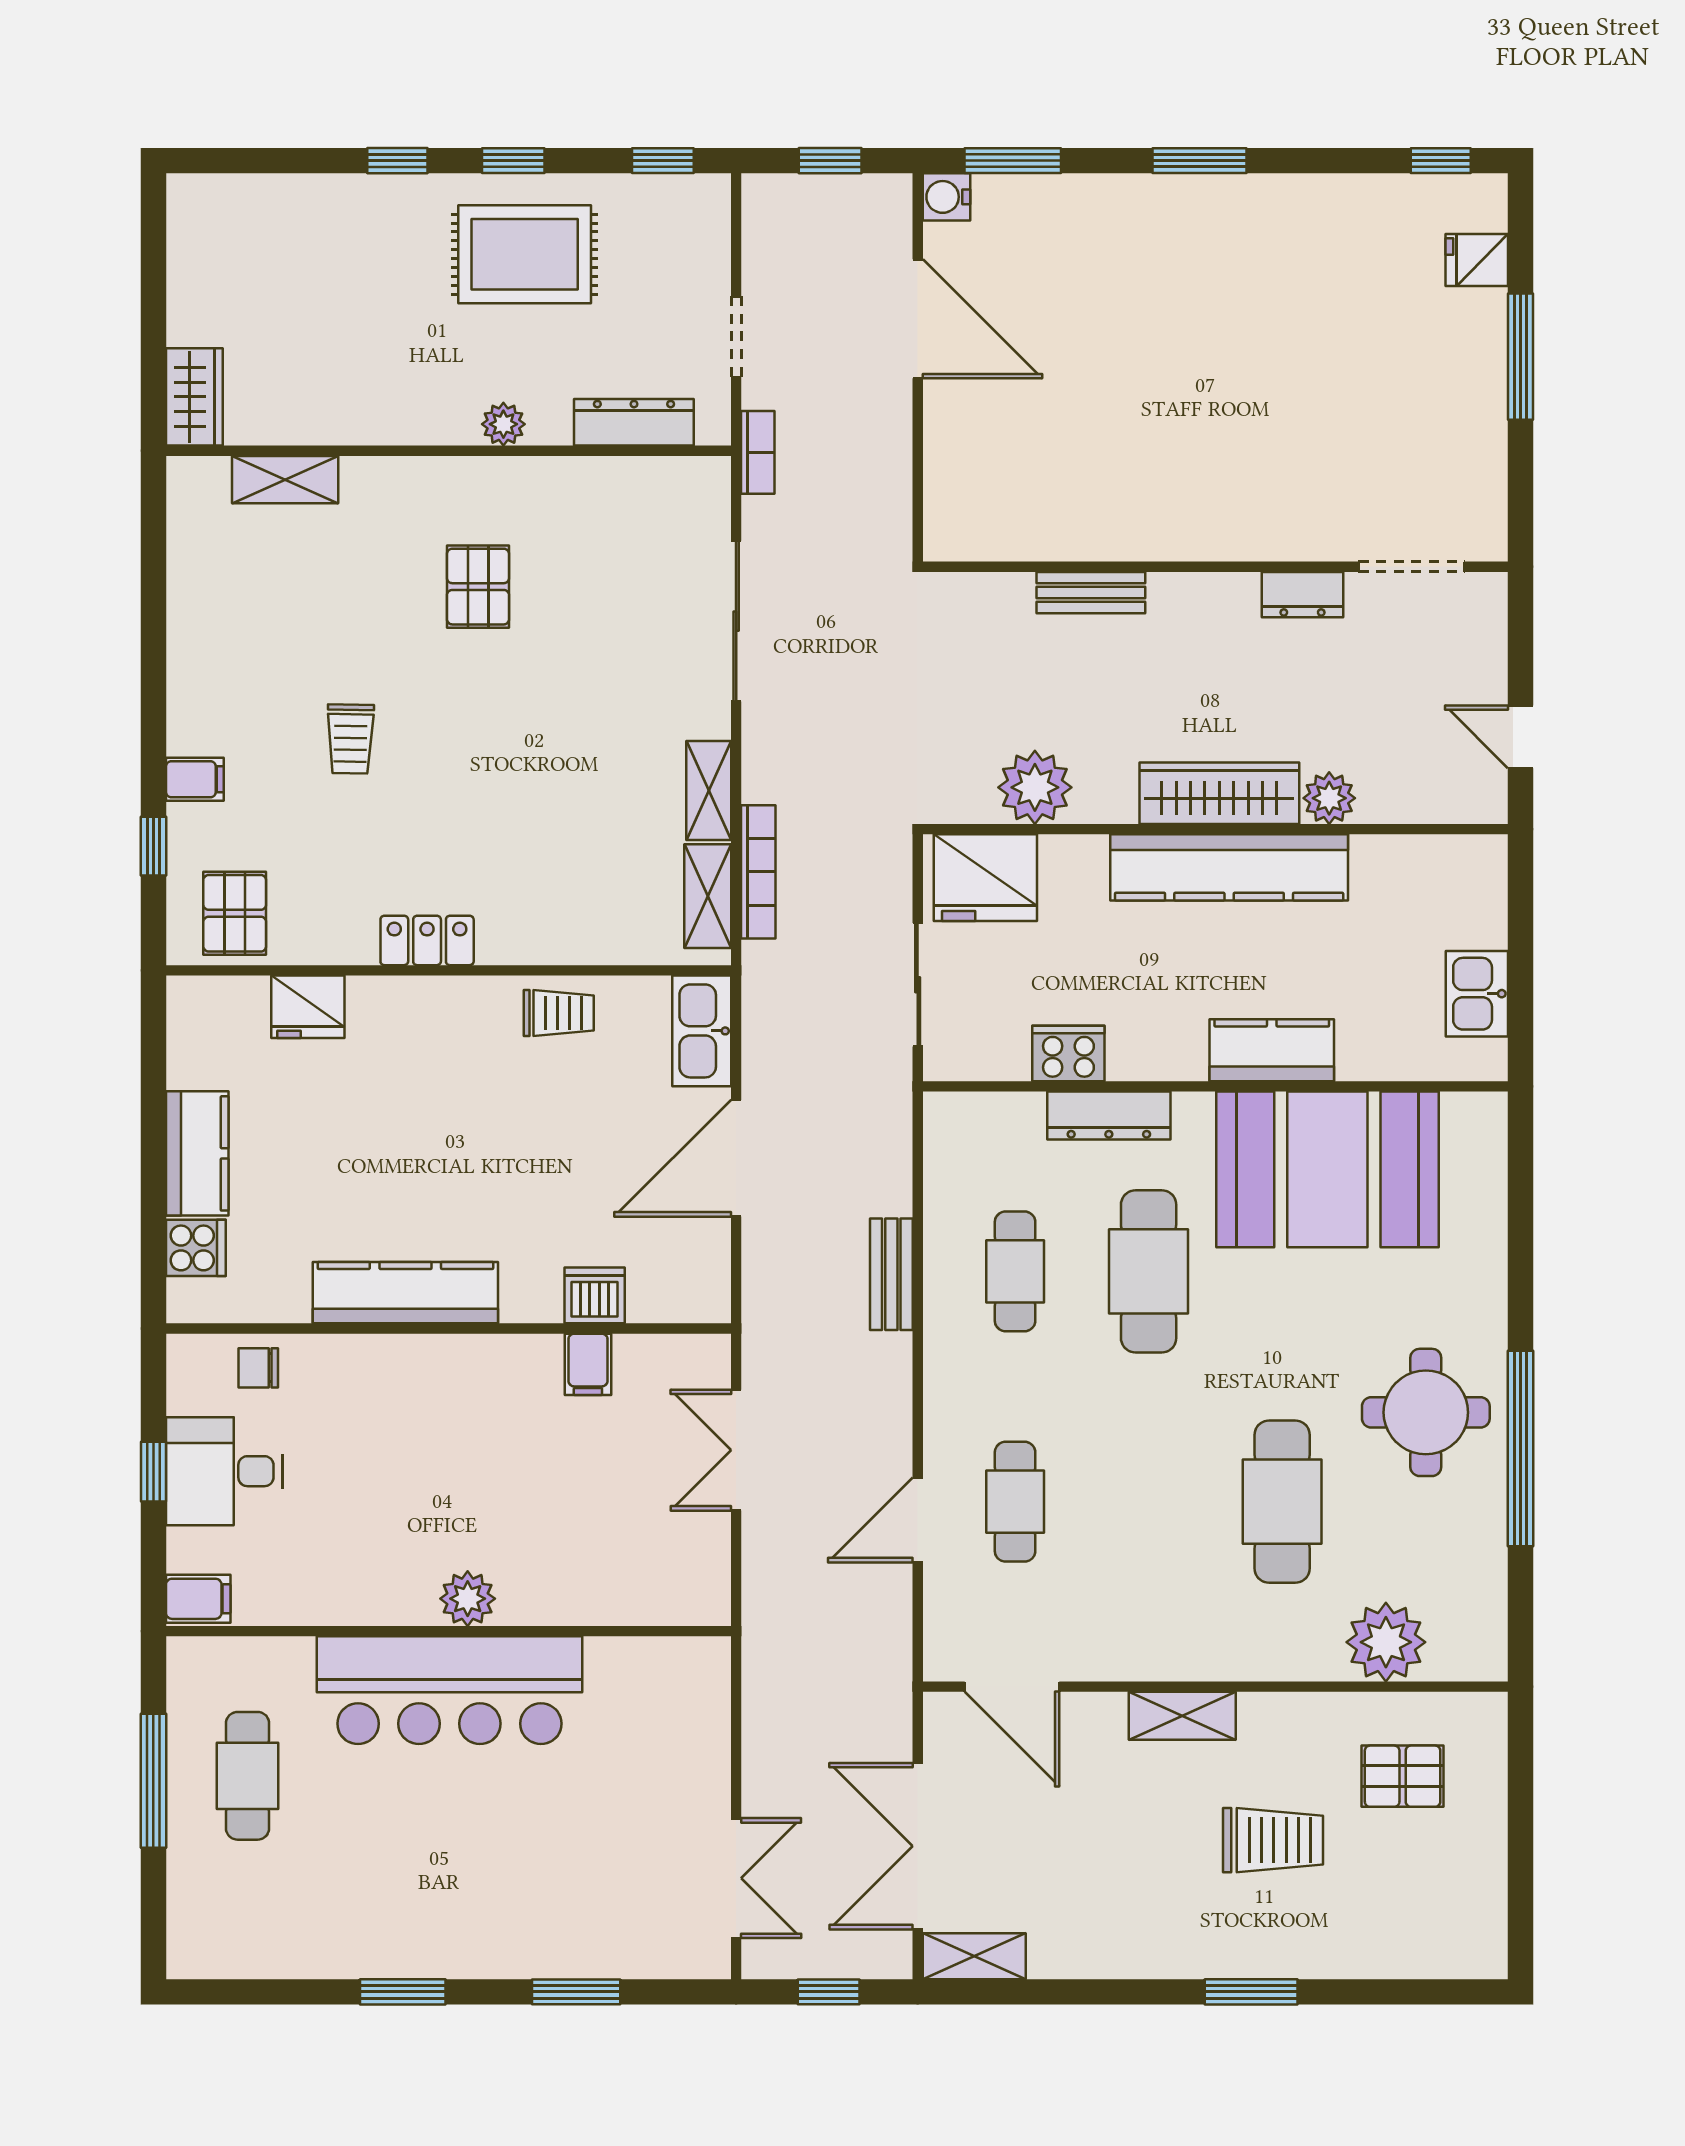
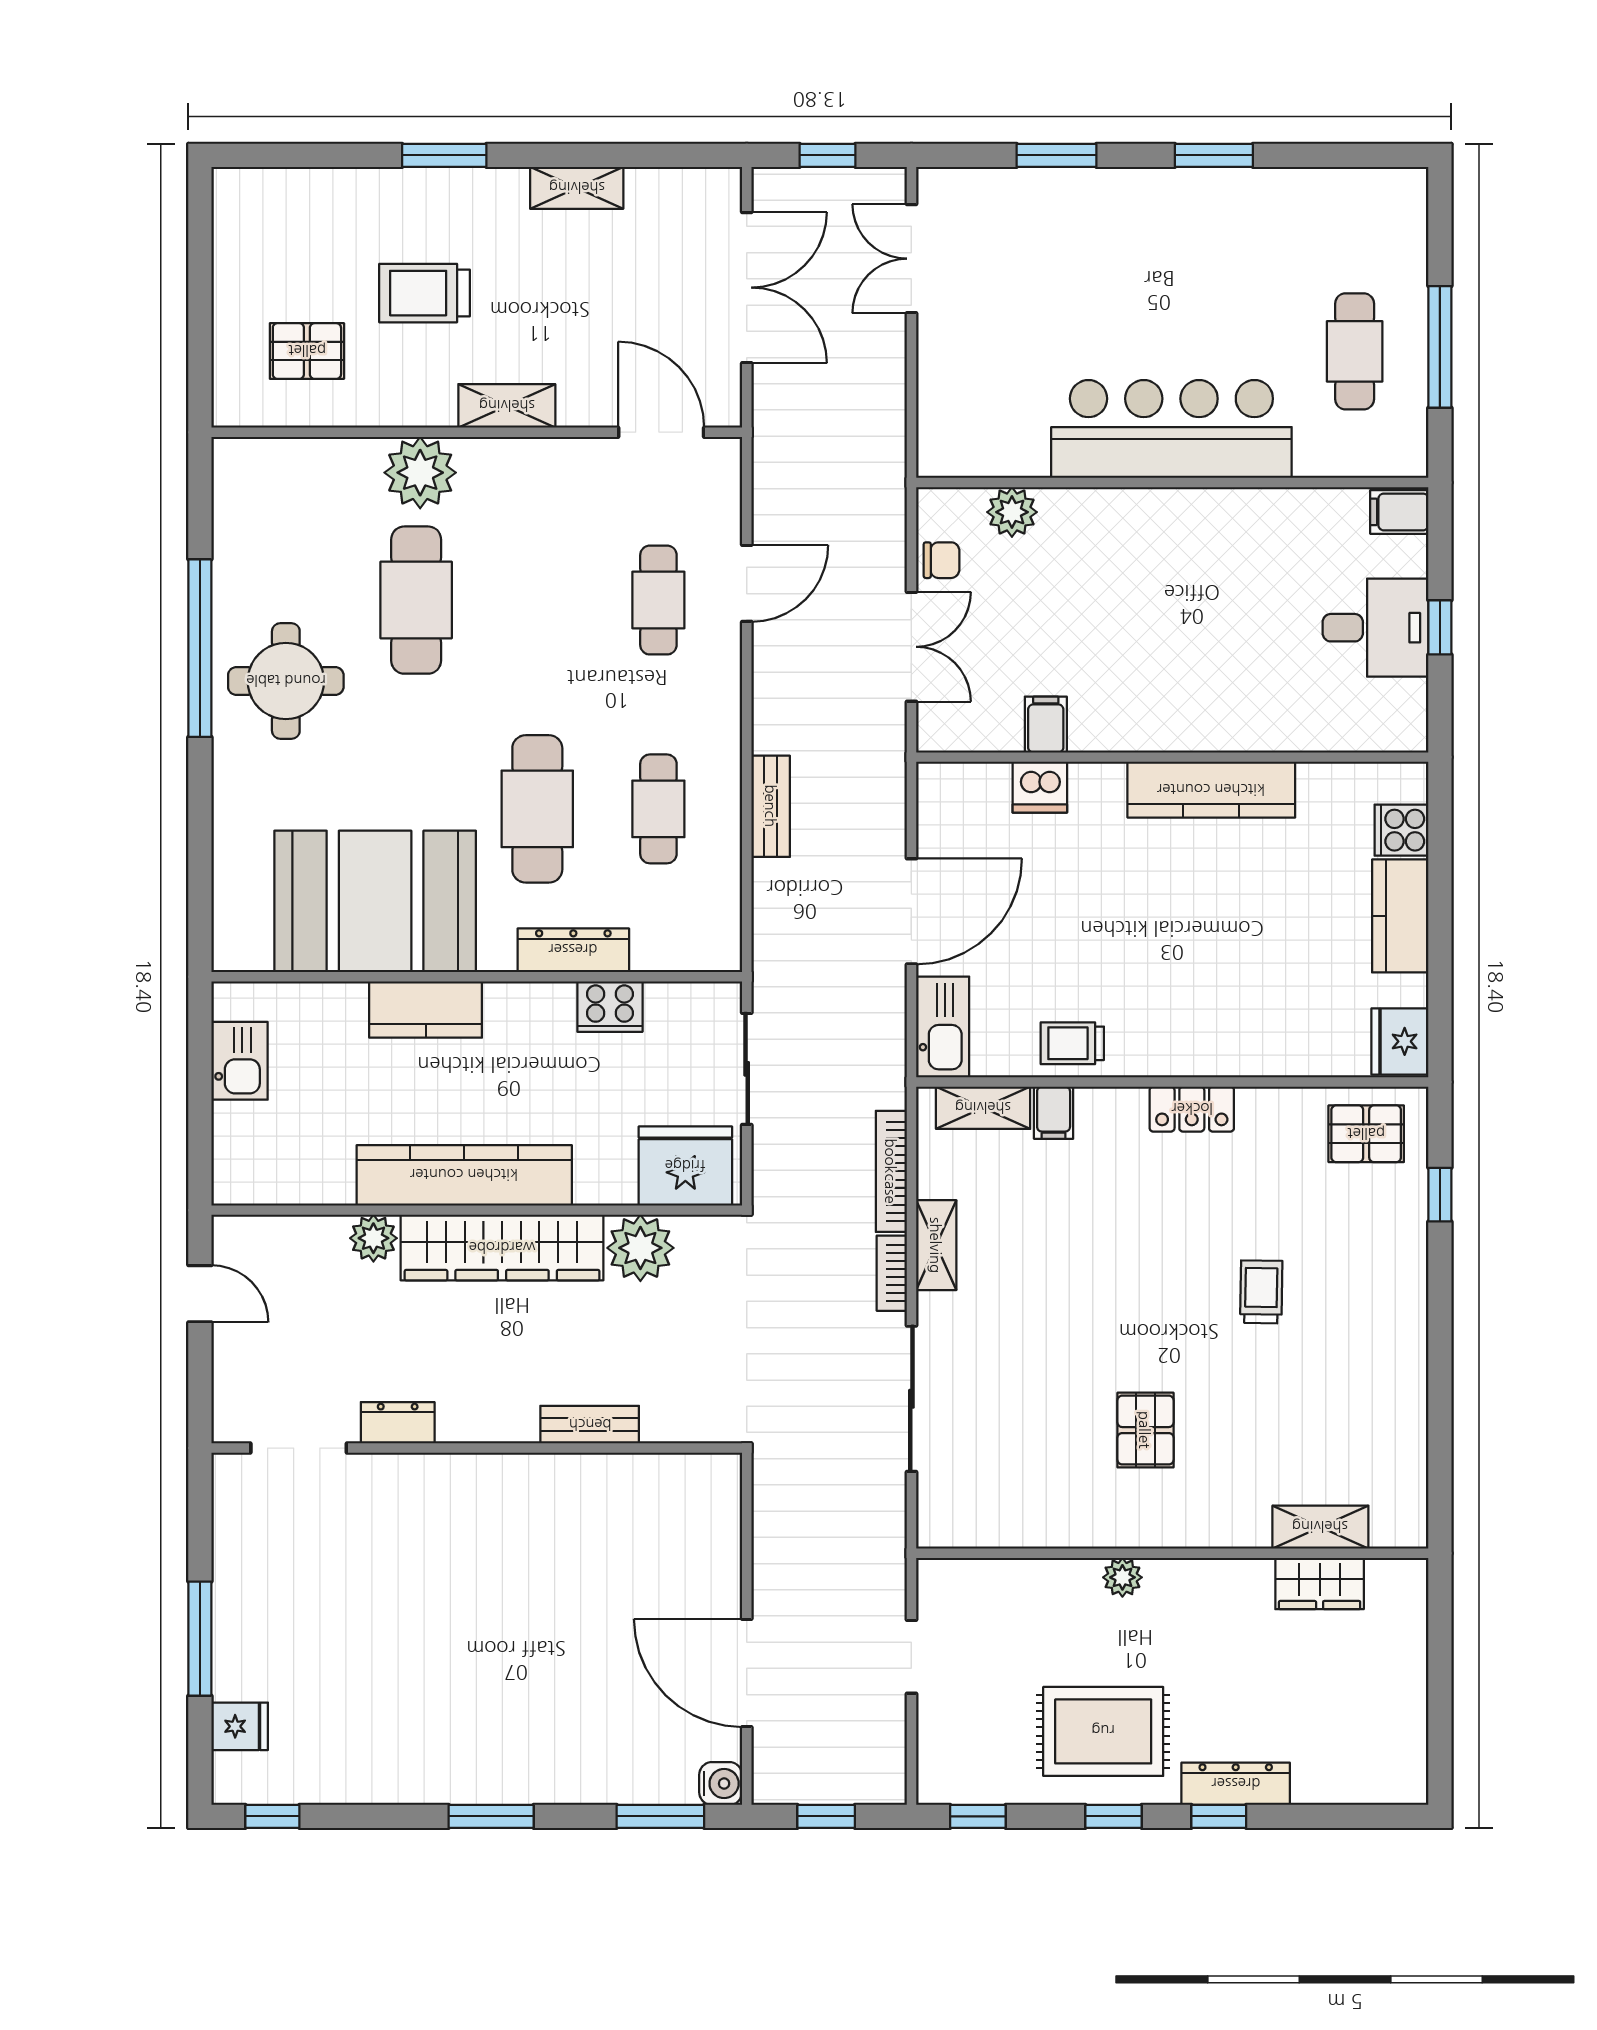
wardrobe: (194, 397) -> (1320, 1584), moved, turned -90
dresser: (634, 422) -> (1236, 1784), moved, turned 180
bookcase: (758, 452) -> (892, 1273), moved
filing cabinet: (195, 779) -> (1054, 1113), moved, turned -90
wardrobe: (1219, 793) -> (502, 1248), width x1.40, depth x1.17
shelving: (708, 896) -> (983, 1108), moved, turned 90
pallet: (235, 913) -> (1366, 1134), turned 90
fridge: (308, 1007) -> (1400, 1041), moved, turned -90
chair: (258, 1368) -> (942, 560), moved
plant: (468, 1599) -> (1012, 512), moved
plant: (1386, 1642) -> (420, 473), moved
shelving: (974, 1956) -> (577, 188), moved

